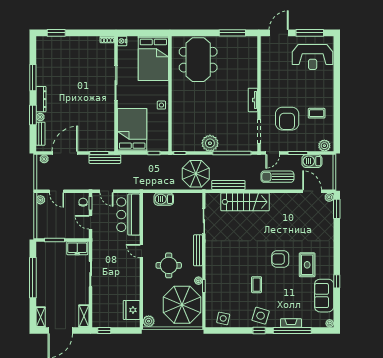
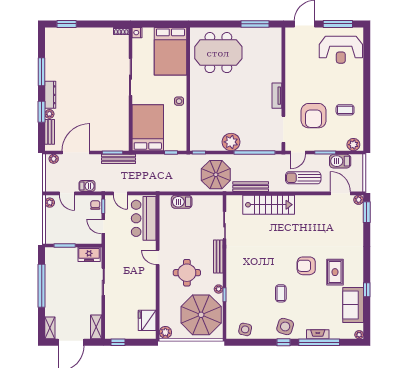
meeting table: (198, 60) -> (218, 53), turned 90
barbecue: (75, 184) -> (87, 186), added

